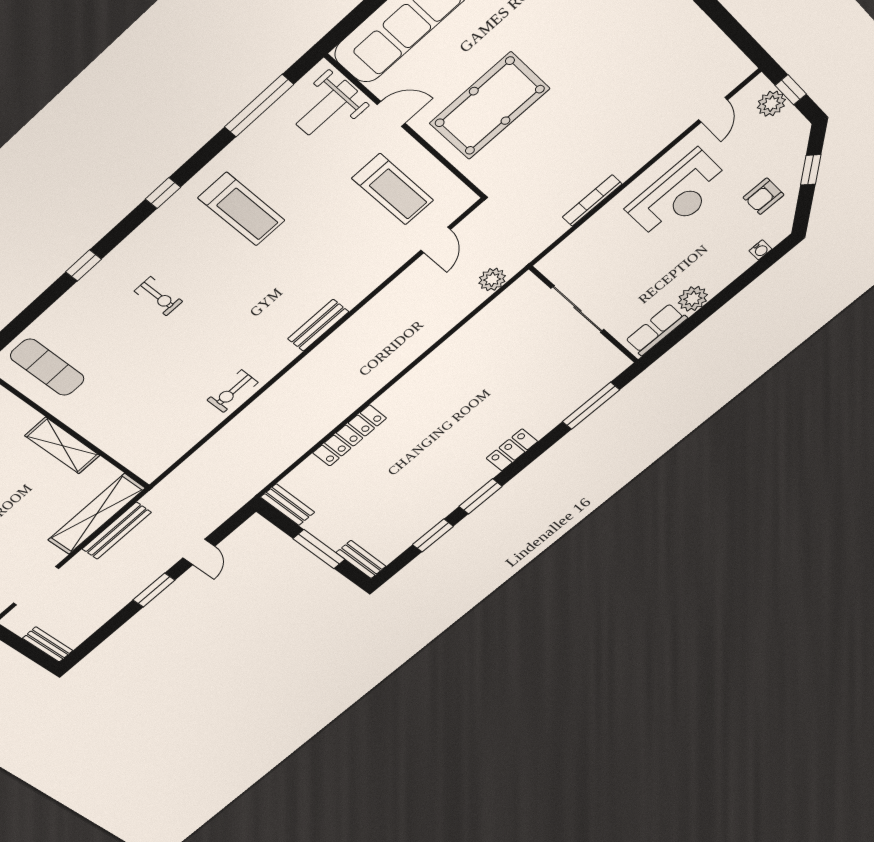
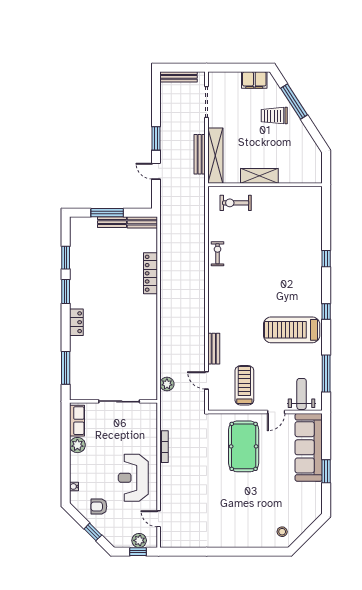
treadmill: (393, 189) -> (244, 385), turned 90
armchair: (764, 196) -> (99, 506), turned -90
treadmill: (242, 209) -> (292, 330), width x1.37, depth x1.38
exercise bike: (159, 296) -> (236, 203), moved, width x1.38, depth x1.39
bench: (318, 325) -> (214, 349), moved
exercise mat: (47, 367) -> (298, 205), removed
bench: (361, 559) -> (112, 222), moved
bench: (48, 644) -> (179, 77), width x1.36

